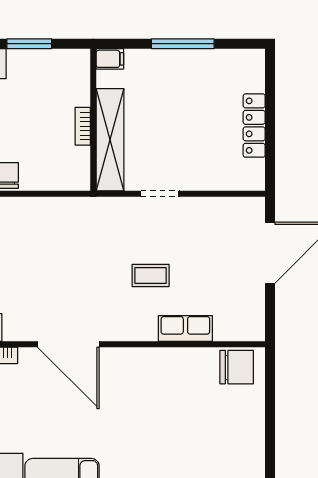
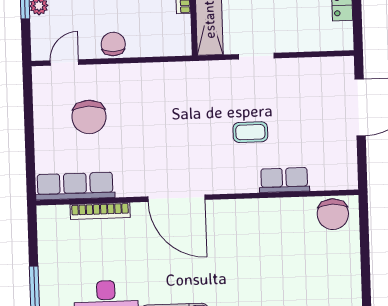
chair: (237, 367) -> (333, 214), turned 90

